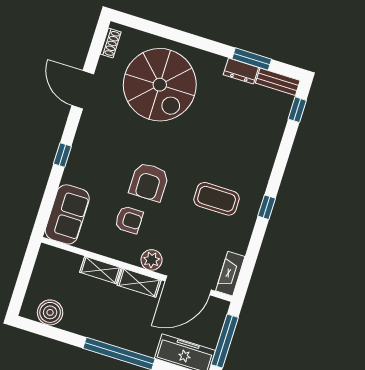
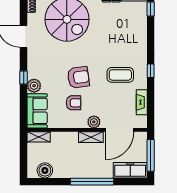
plant: (75, 173) -> (34, 86), added
armchair: (149, 182) -> (78, 77), turned -98
shelving: (100, 270) -> (39, 137), moved
fireplace: (230, 274) -> (142, 102), moved

